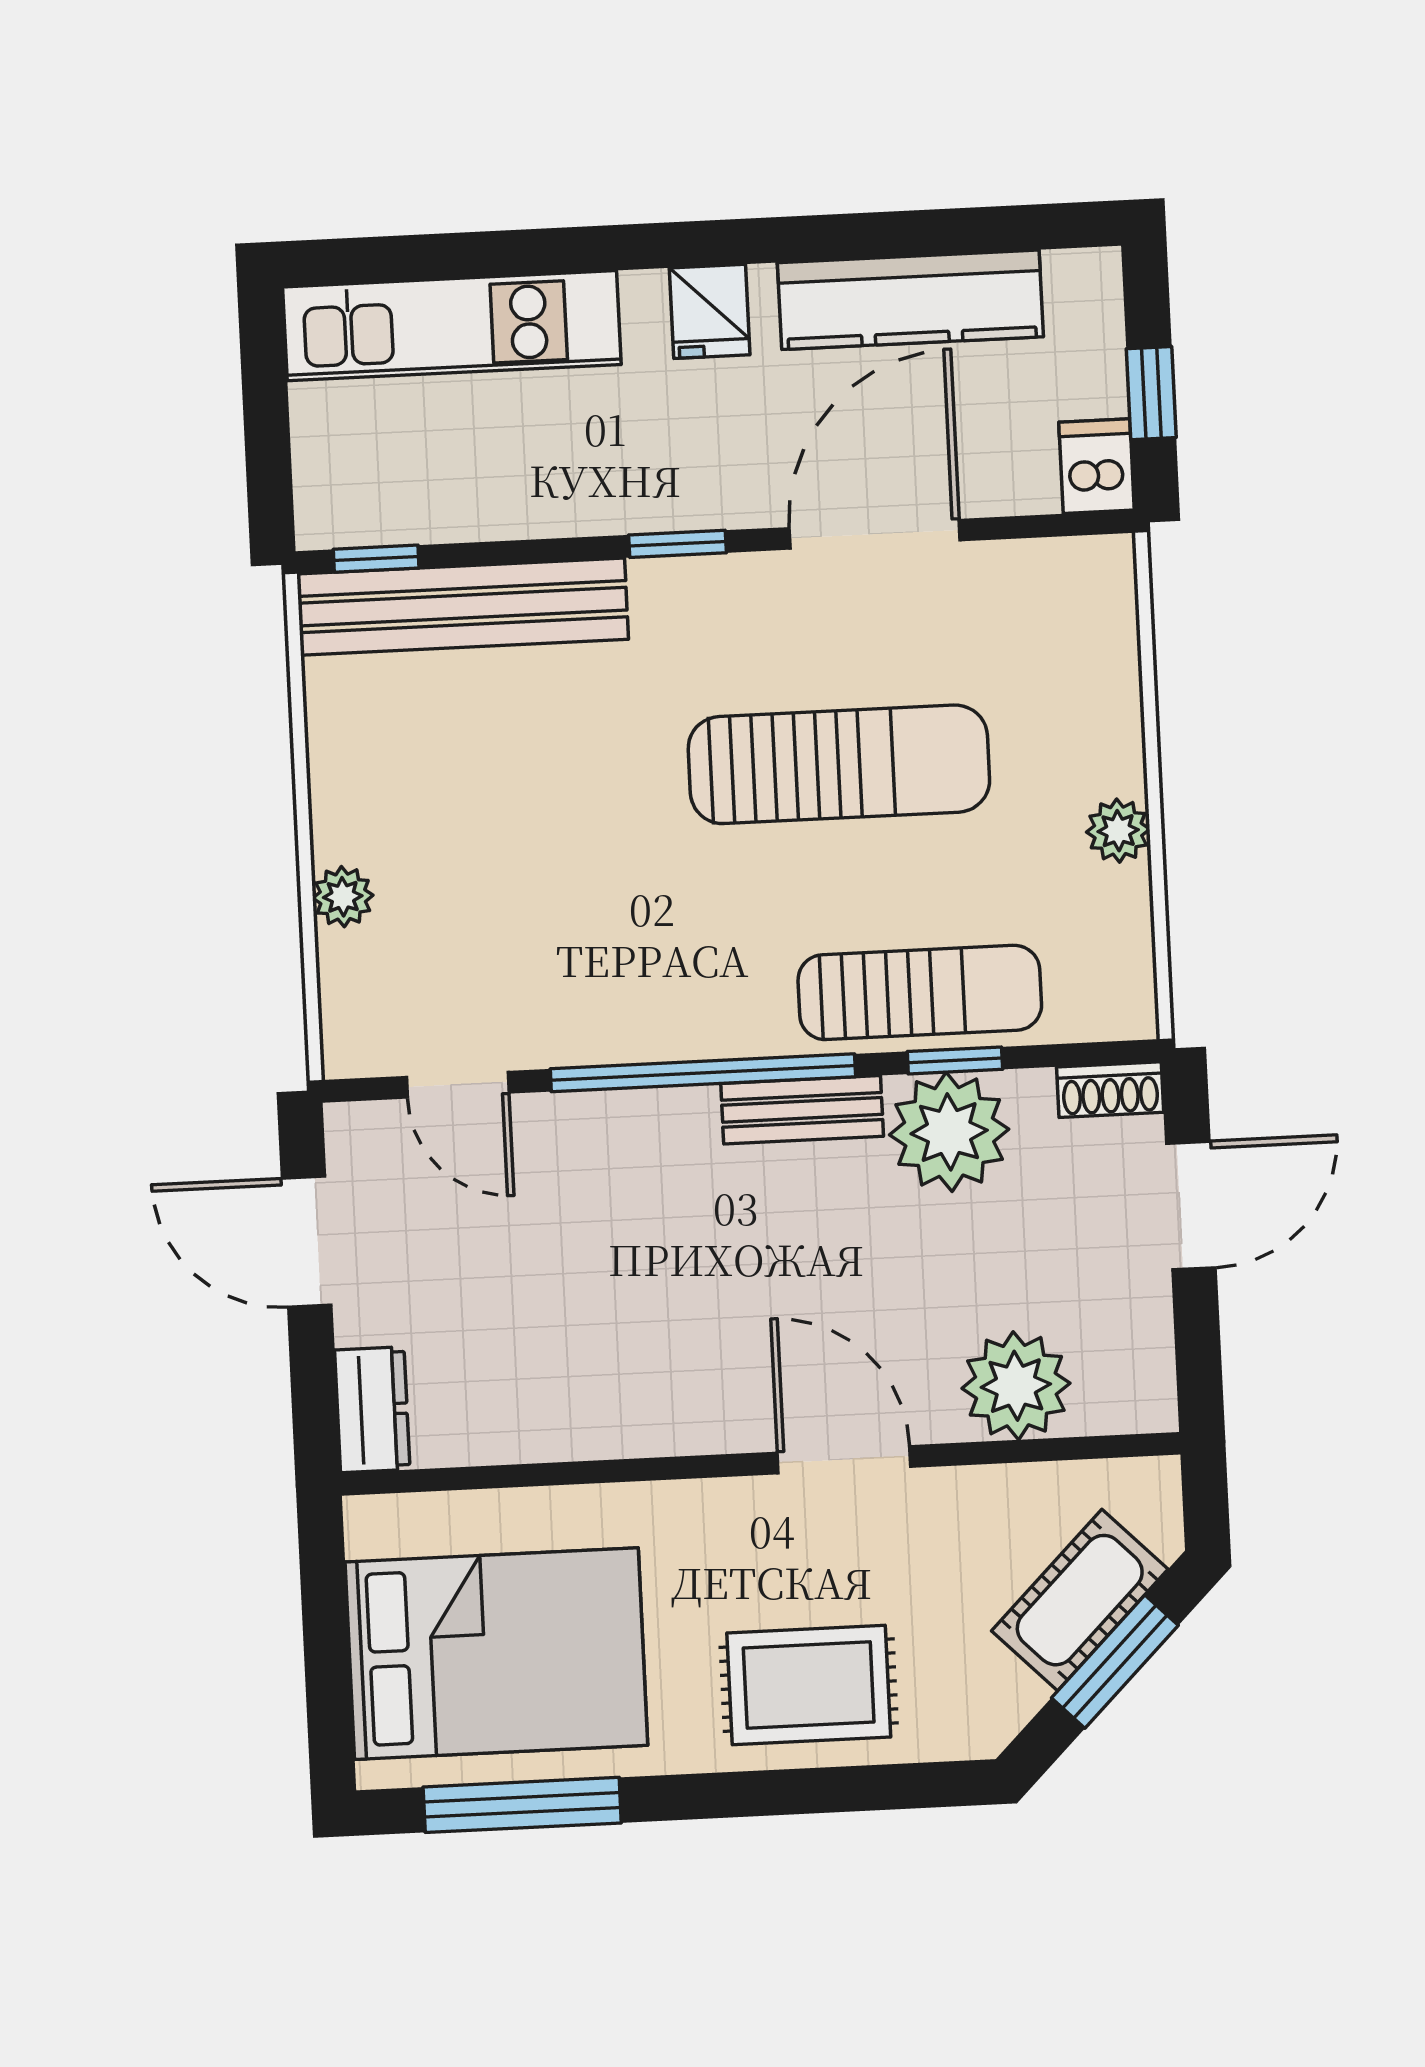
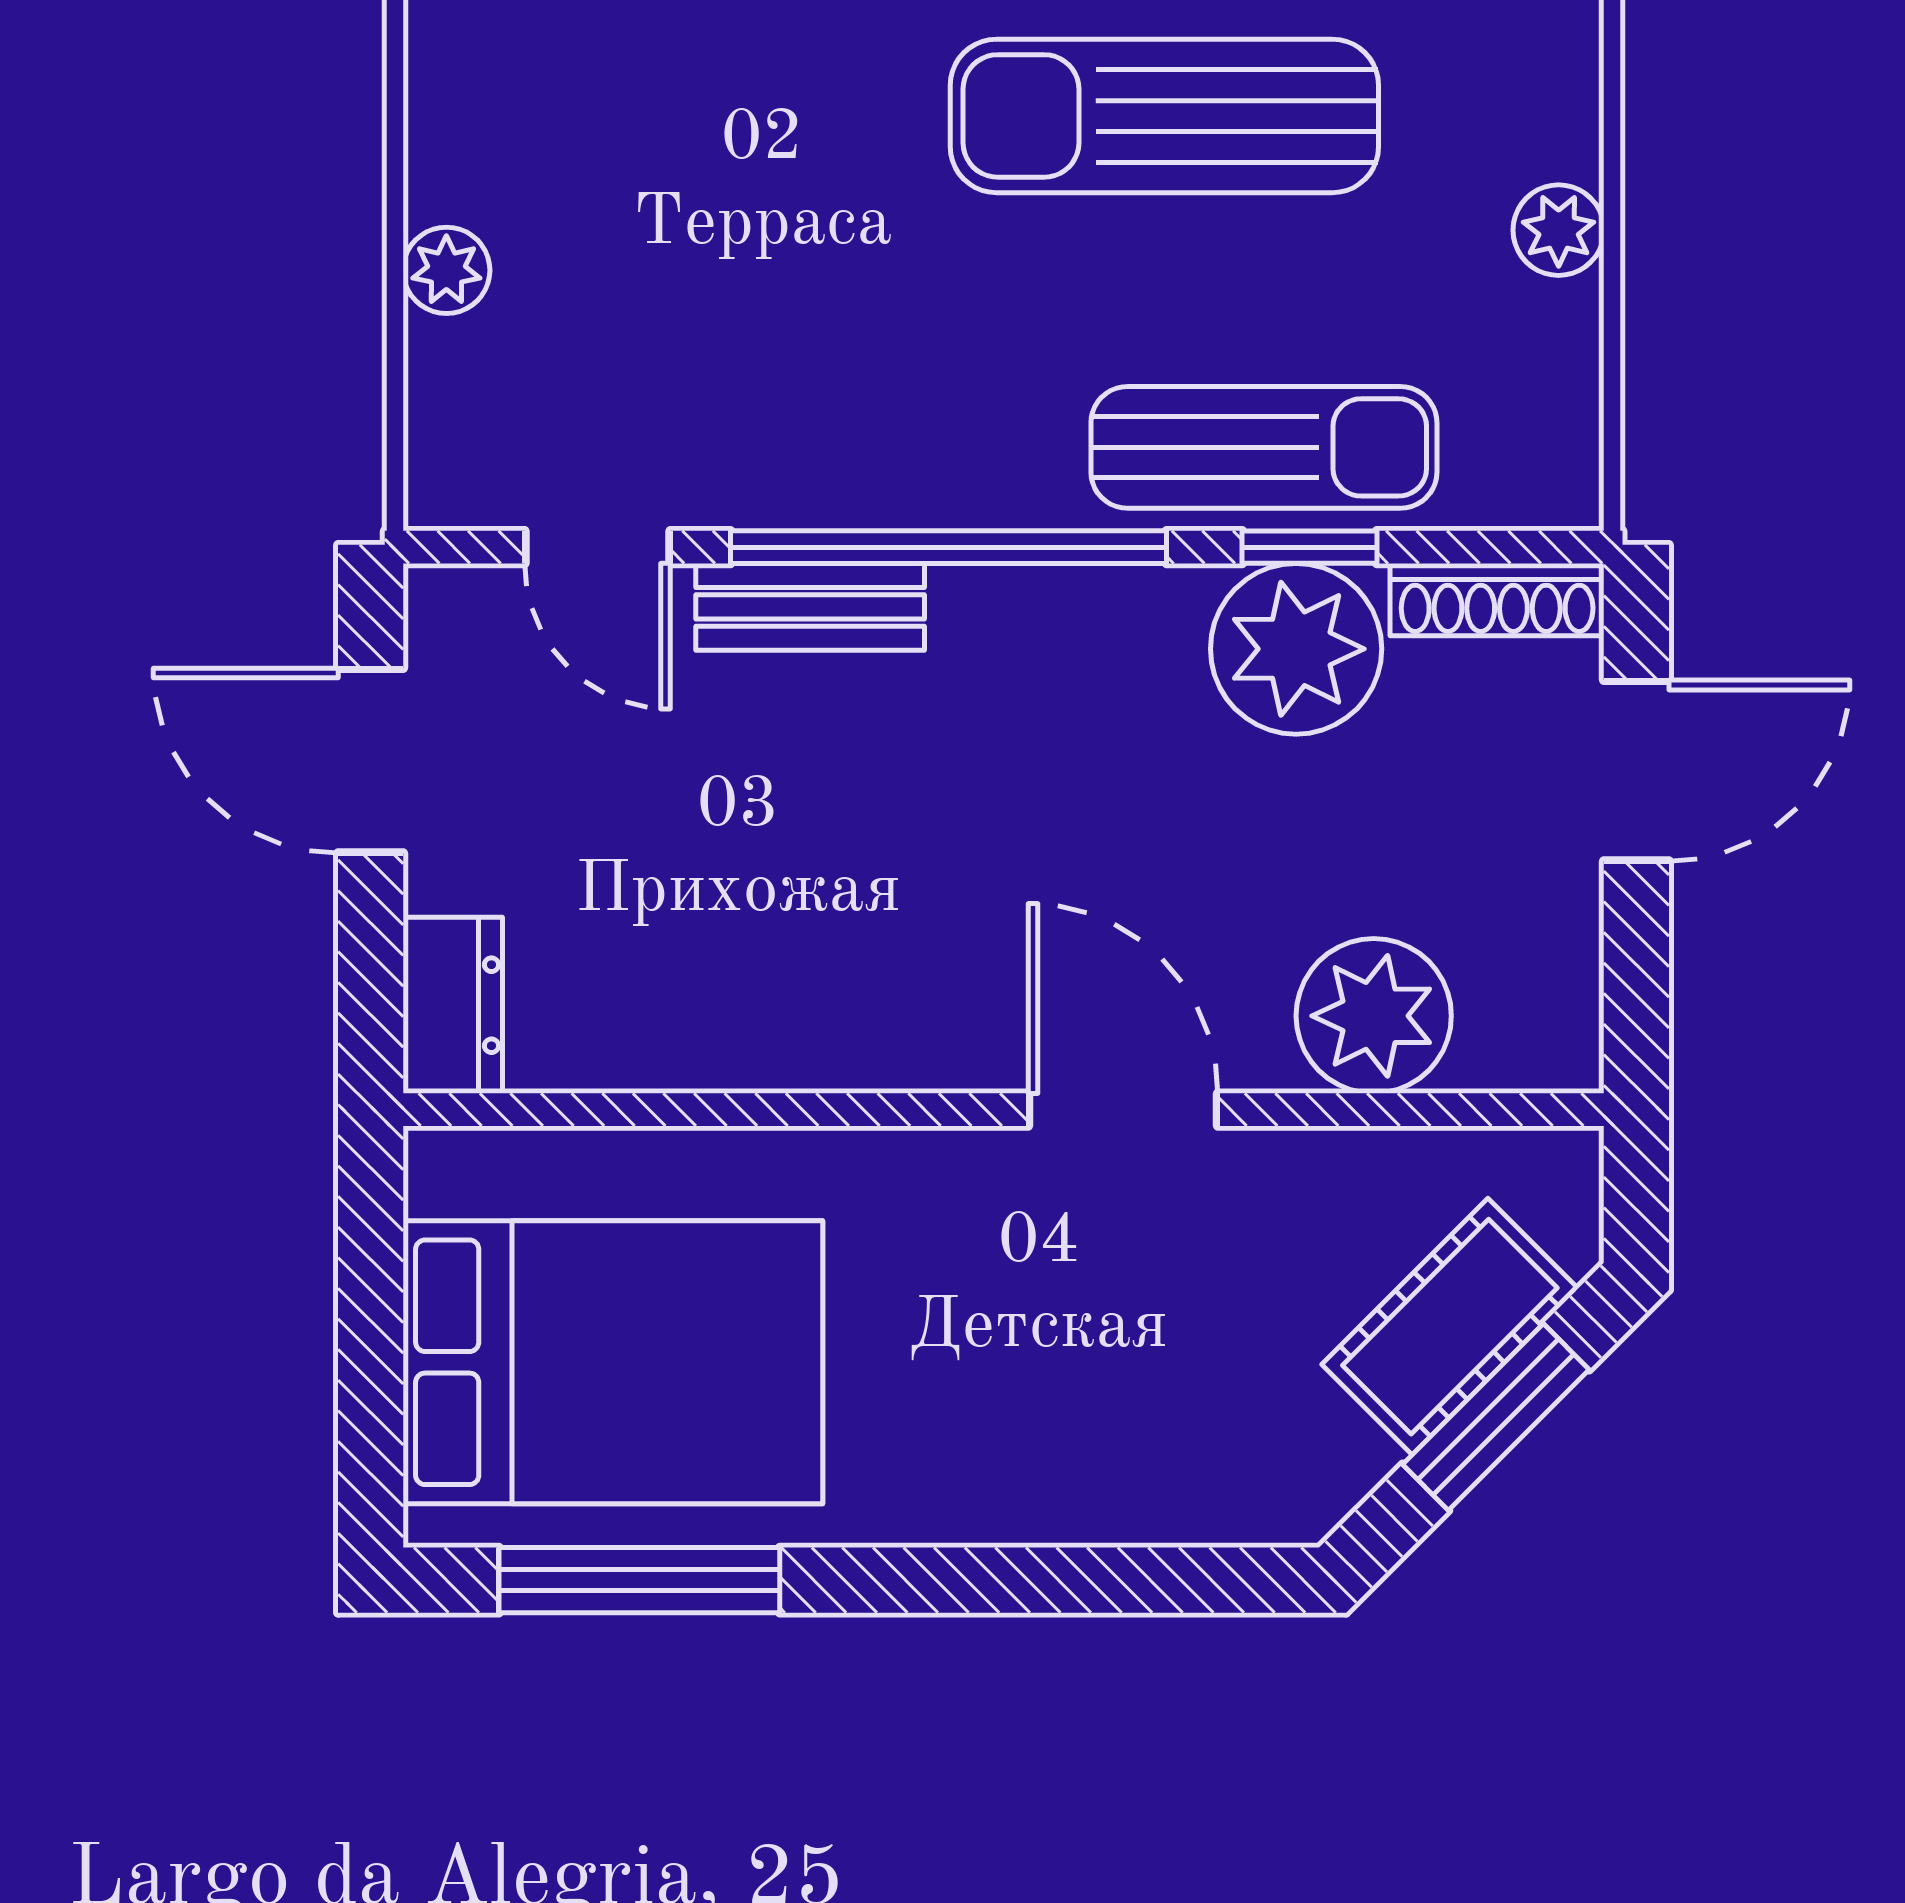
sun lounger: (839, 764) -> (1164, 116), turned 180
shoe rack: (1110, 1090) -> (1497, 600), width x1.43
bench: (802, 1110) -> (810, 607), moved
rug: (809, 1685) -> (1057, 1429), removed

